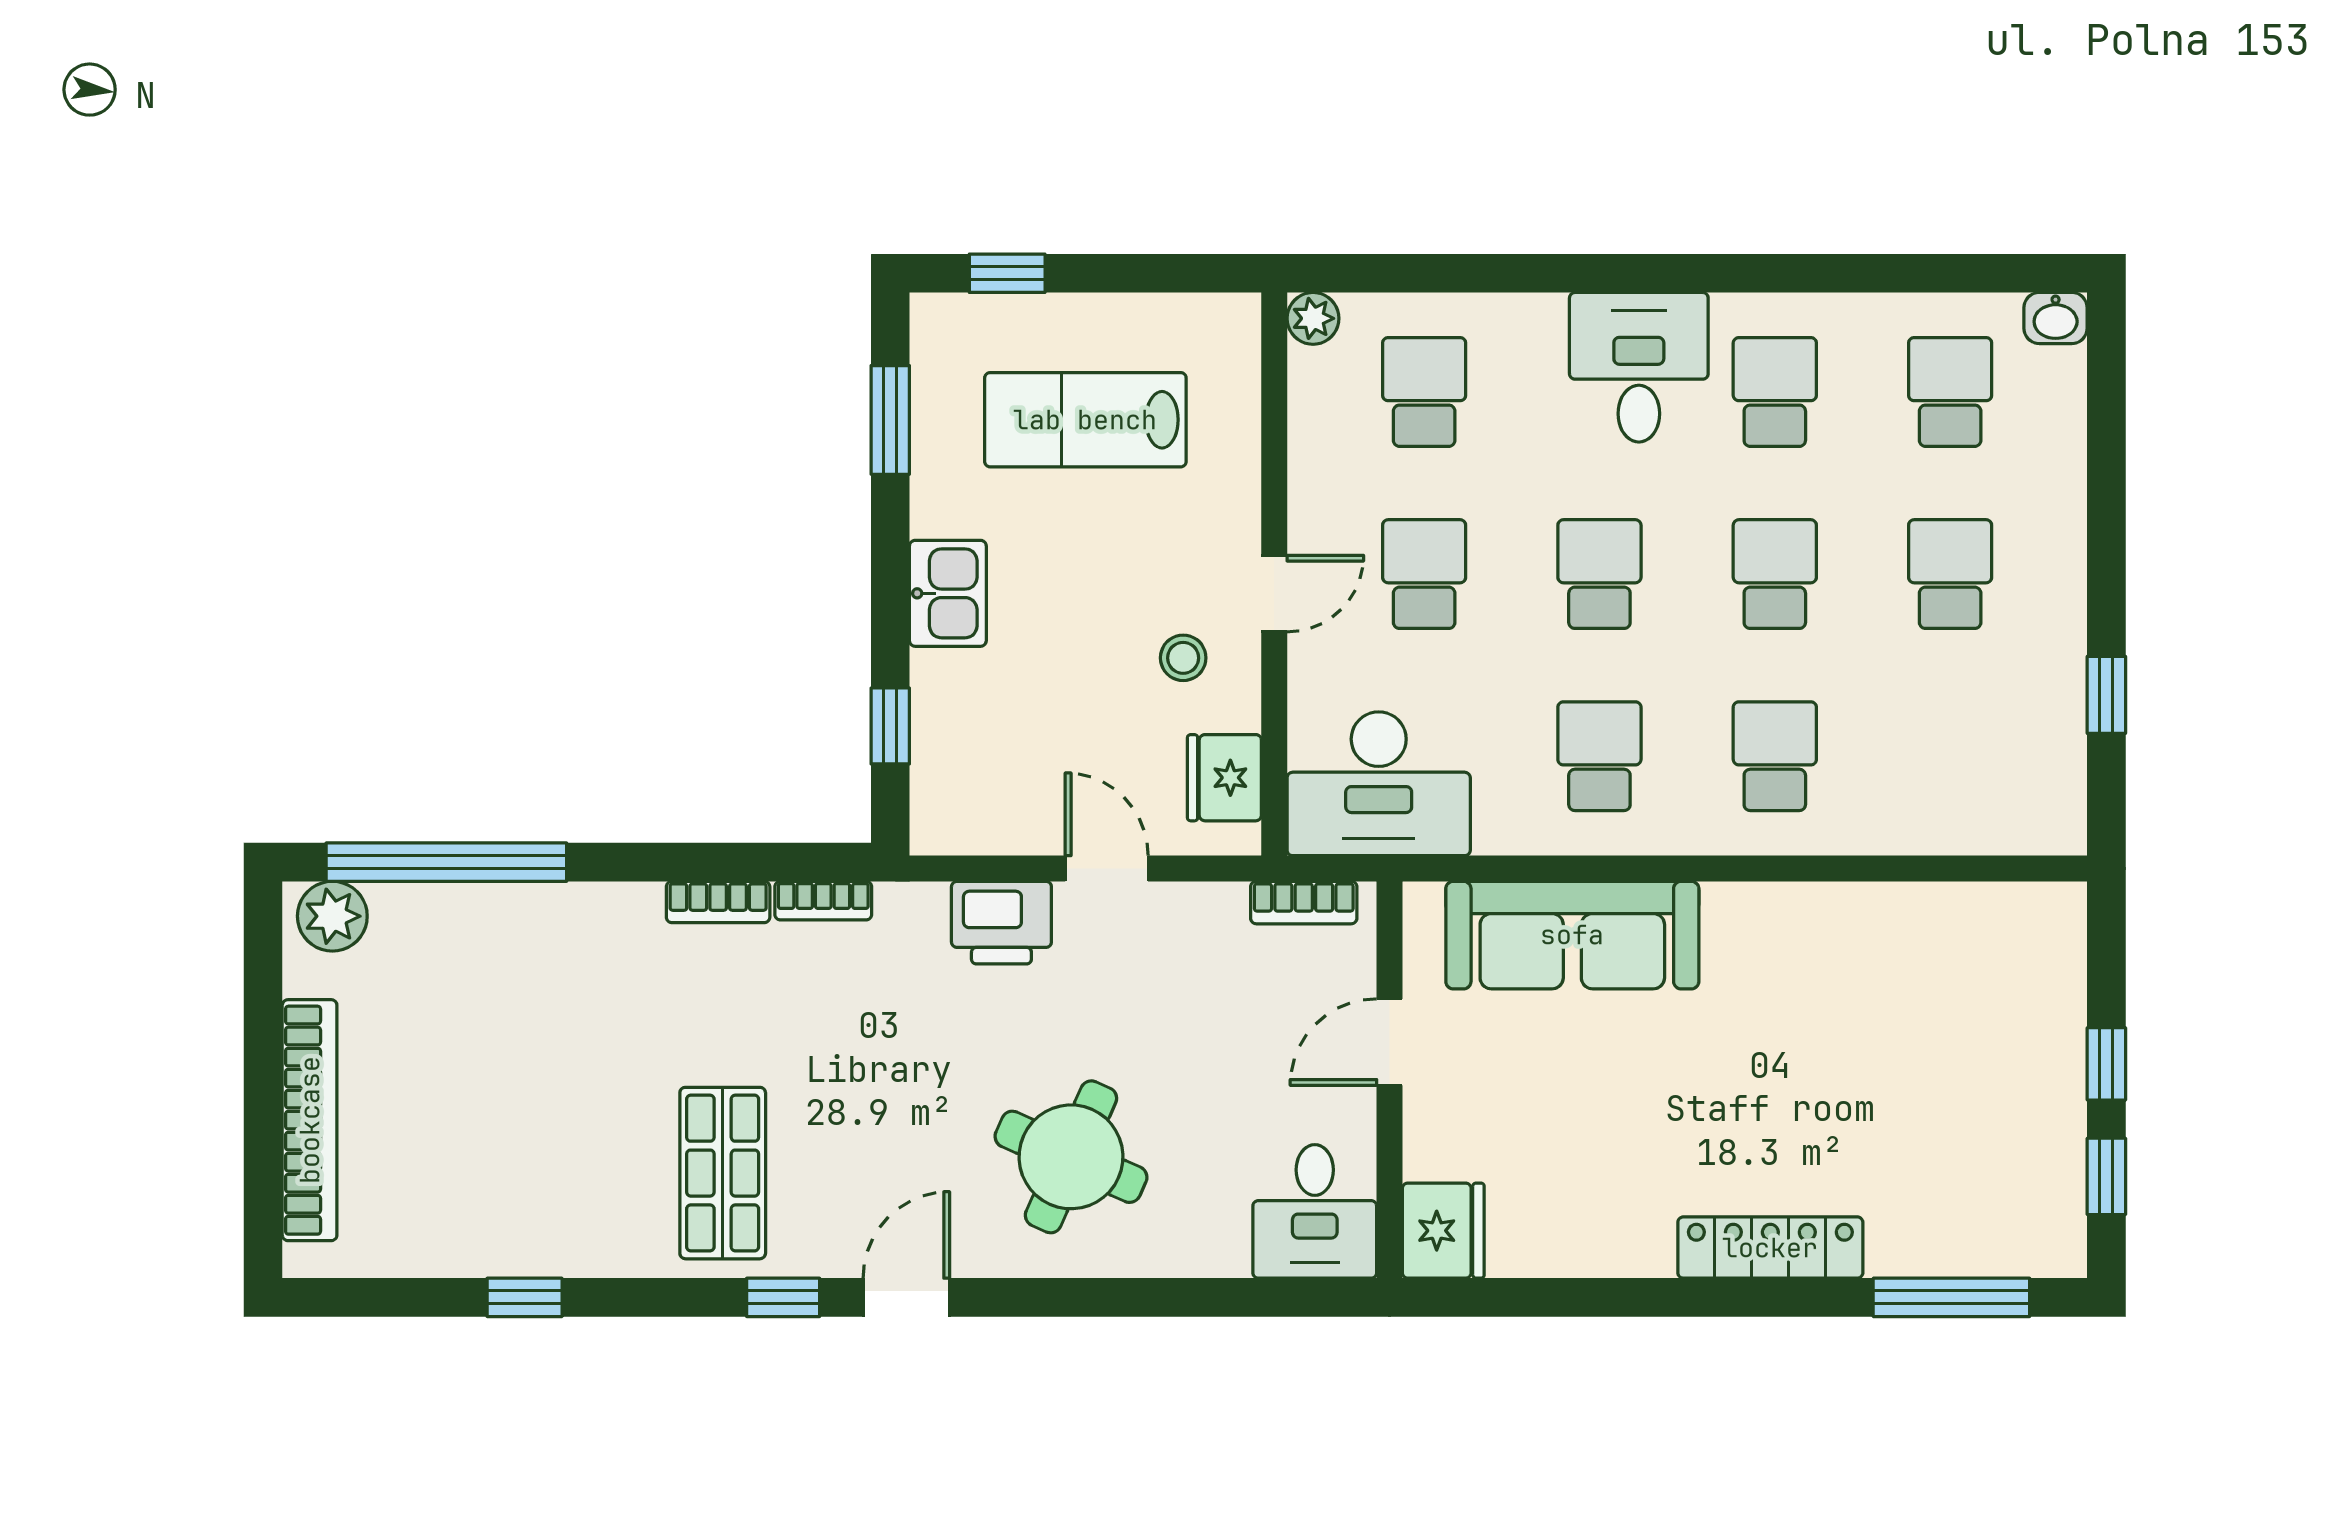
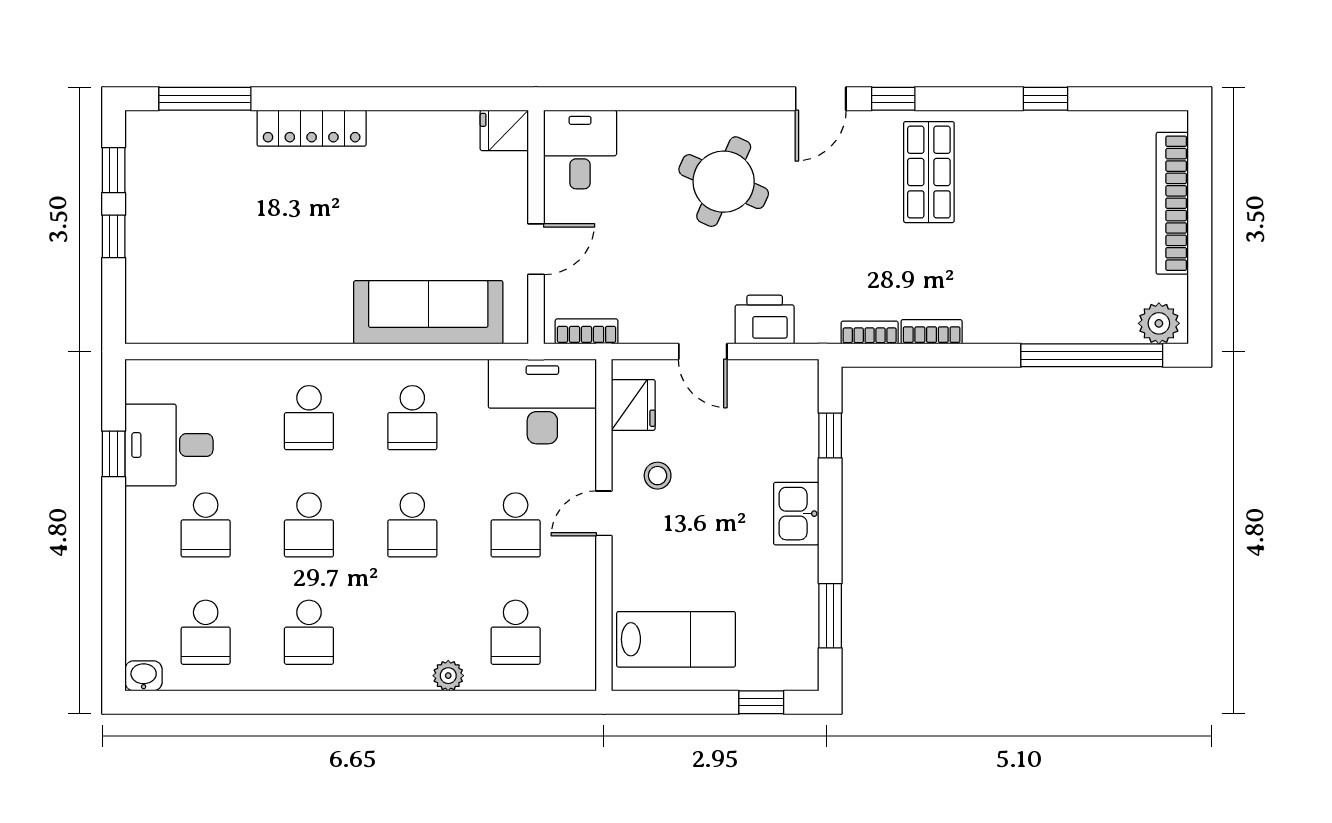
plant: (1313, 318) -> (448, 676), moved
desk: (1639, 367) -> (169, 445), moved, turned 90
lab bench: (1085, 420) -> (676, 639), moved
fridge: (1443, 1231) -> (504, 130), width x0.72

